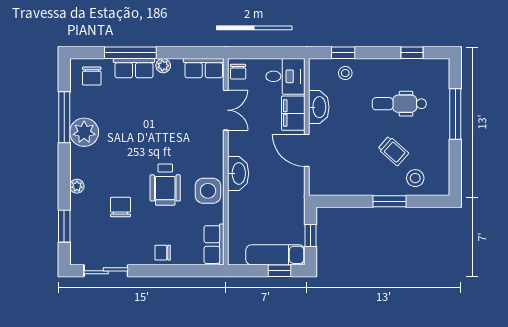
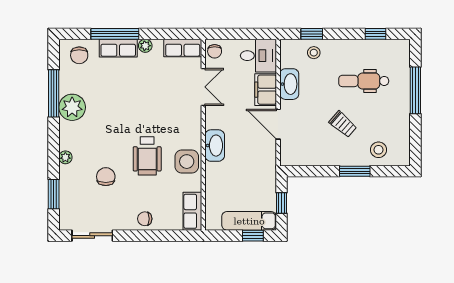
trolley: (393, 151) -> (343, 124), moved

